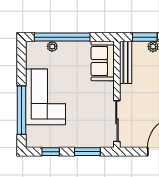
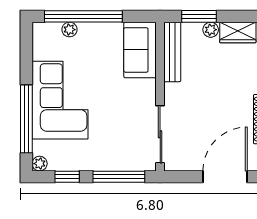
plant: (31, 142) -> (40, 164), added
window: (87, 152) -> (119, 177), width x1.44

